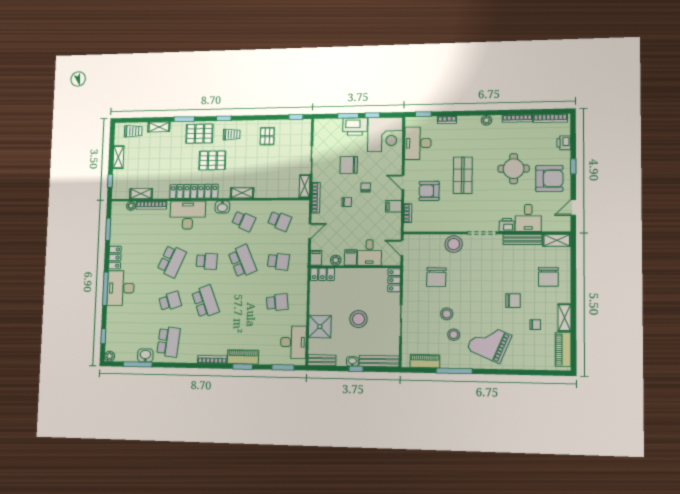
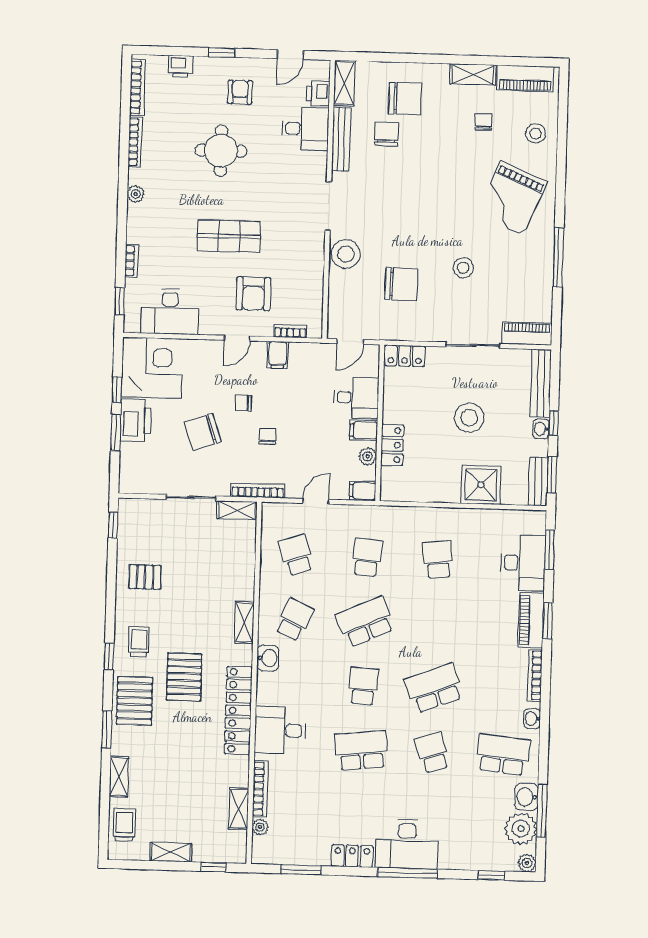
chair: (349, 165) -> (203, 432), turned 72
armchair: (549, 179) -> (240, 92), width x0.53, depth x0.53
door: (573, 207) -> (290, 55), hinge flipped
desk: (188, 215) -> (280, 730), width x0.73
school desk: (279, 221) -> (296, 555), turned -39
printer: (507, 225) -> (318, 94), moved
door: (310, 231) -> (316, 501), hinge flipped
school desk: (172, 261) -> (361, 750), turned -30
locker: (322, 274) -> (392, 445), moved
chair: (513, 301) -> (386, 134), moved
stool: (454, 335) -> (536, 133), moved
desk: (293, 342) -> (523, 563), moved, turned 90
plant: (128, 352) -> (521, 829), added
washbasin: (188, 358) -> (532, 719), added
piano: (425, 361) -> (527, 334), moved, turned 90
window: (326, 368) -> (552, 475), added

